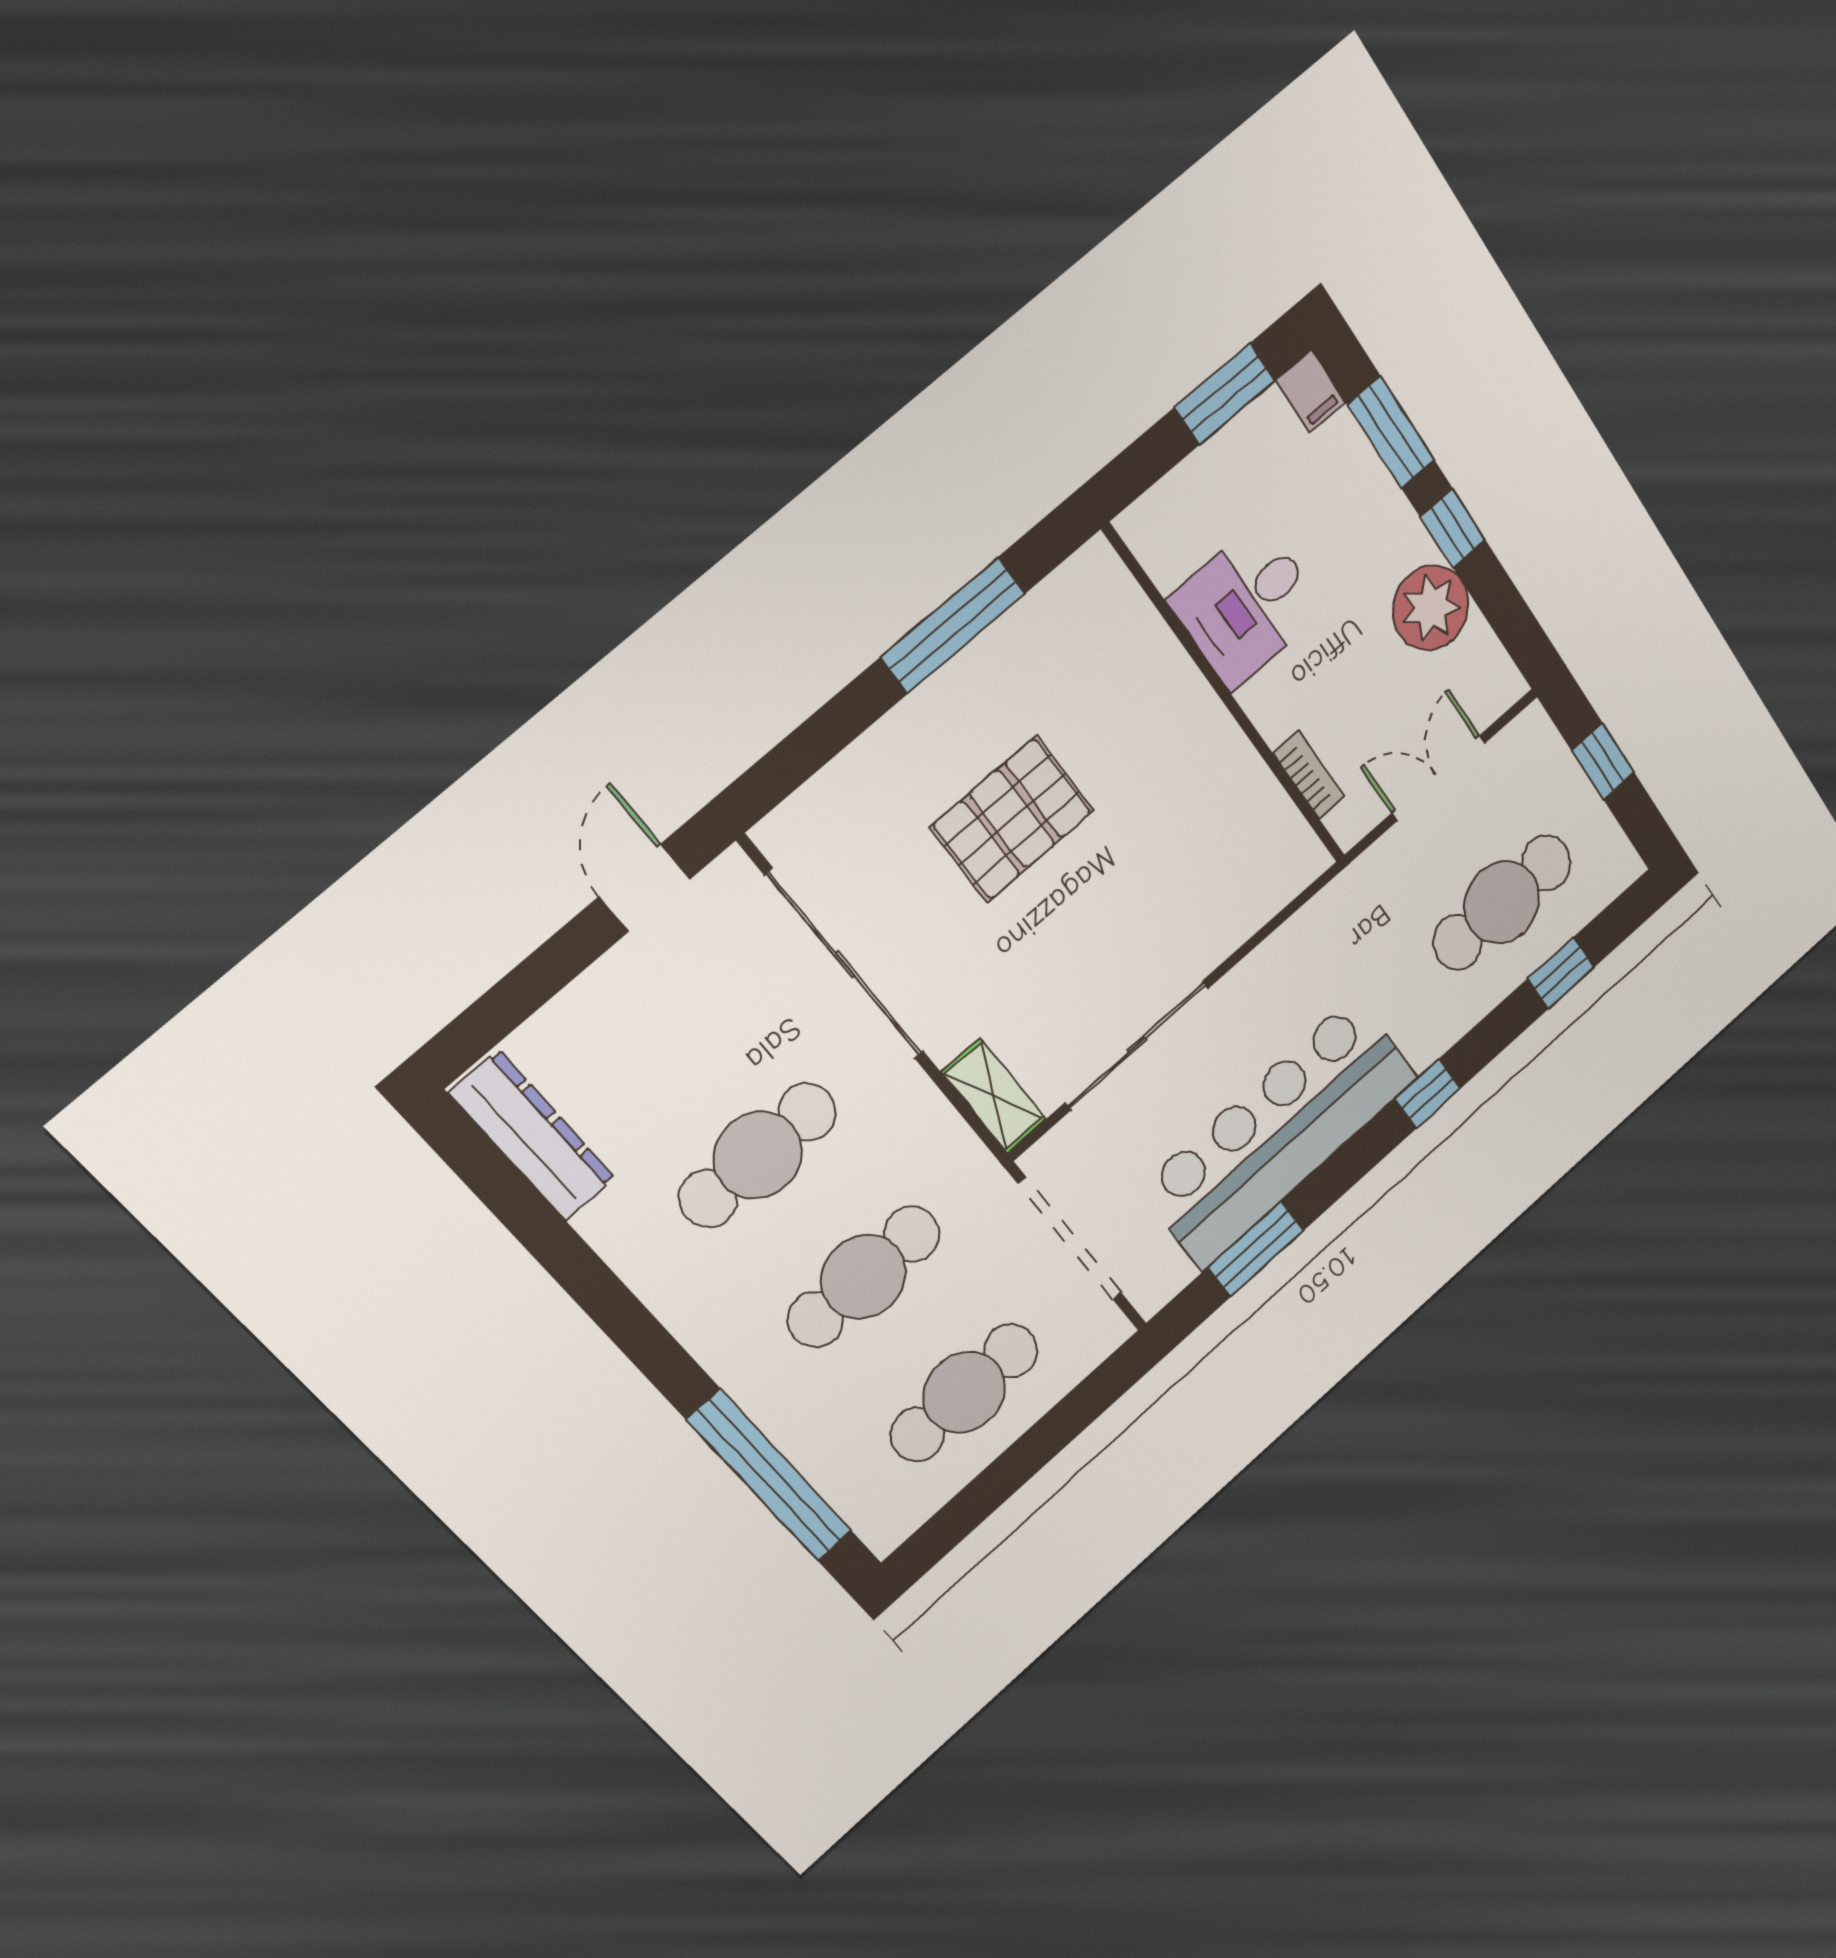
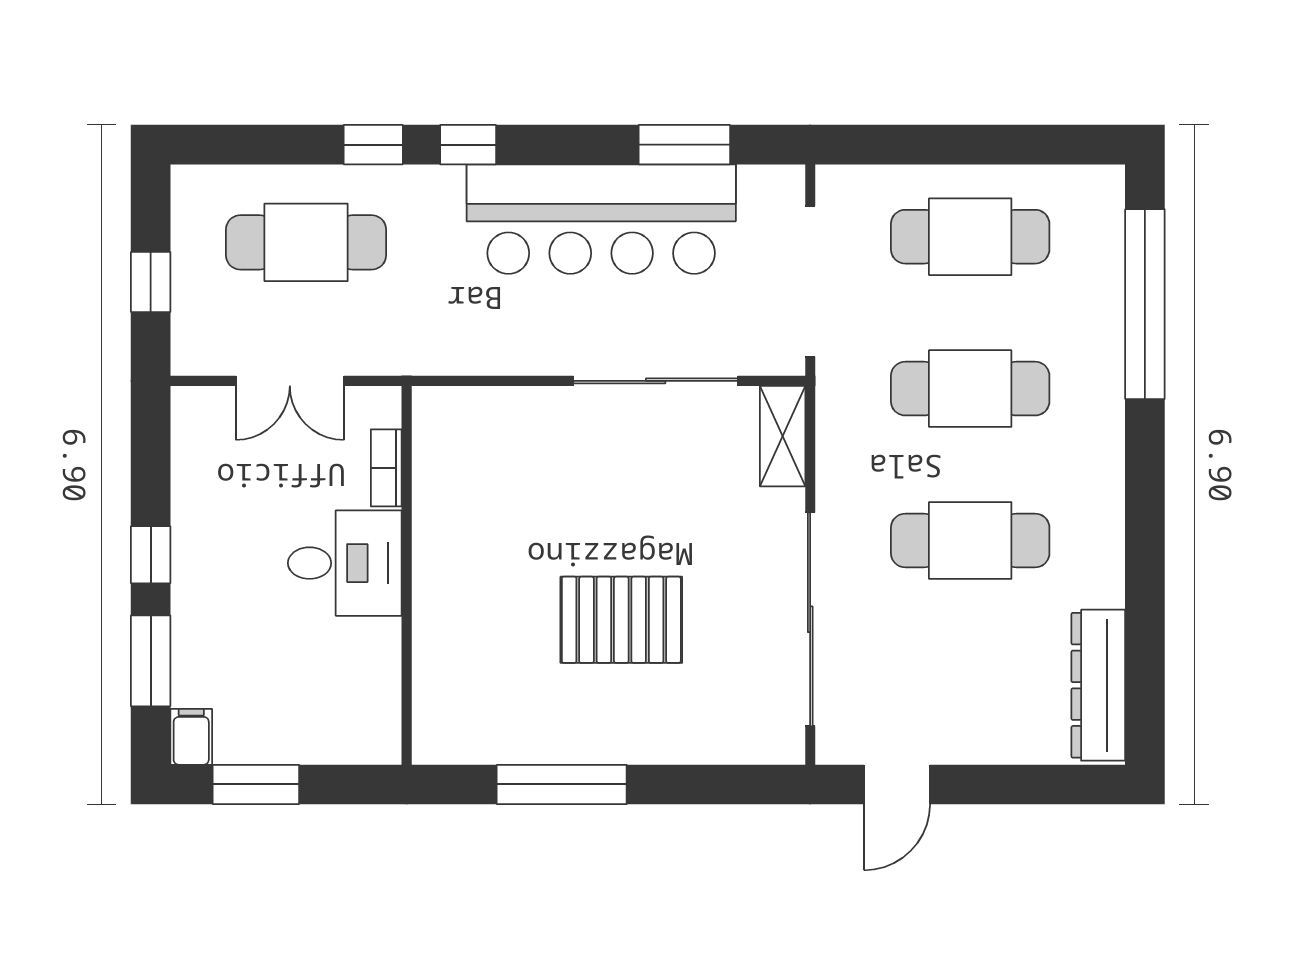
desk: (1247, 605) -> (345, 563), moved
plant: (1431, 608) -> (208, 512), removed
window: (1561, 973) -> (373, 145), moved

